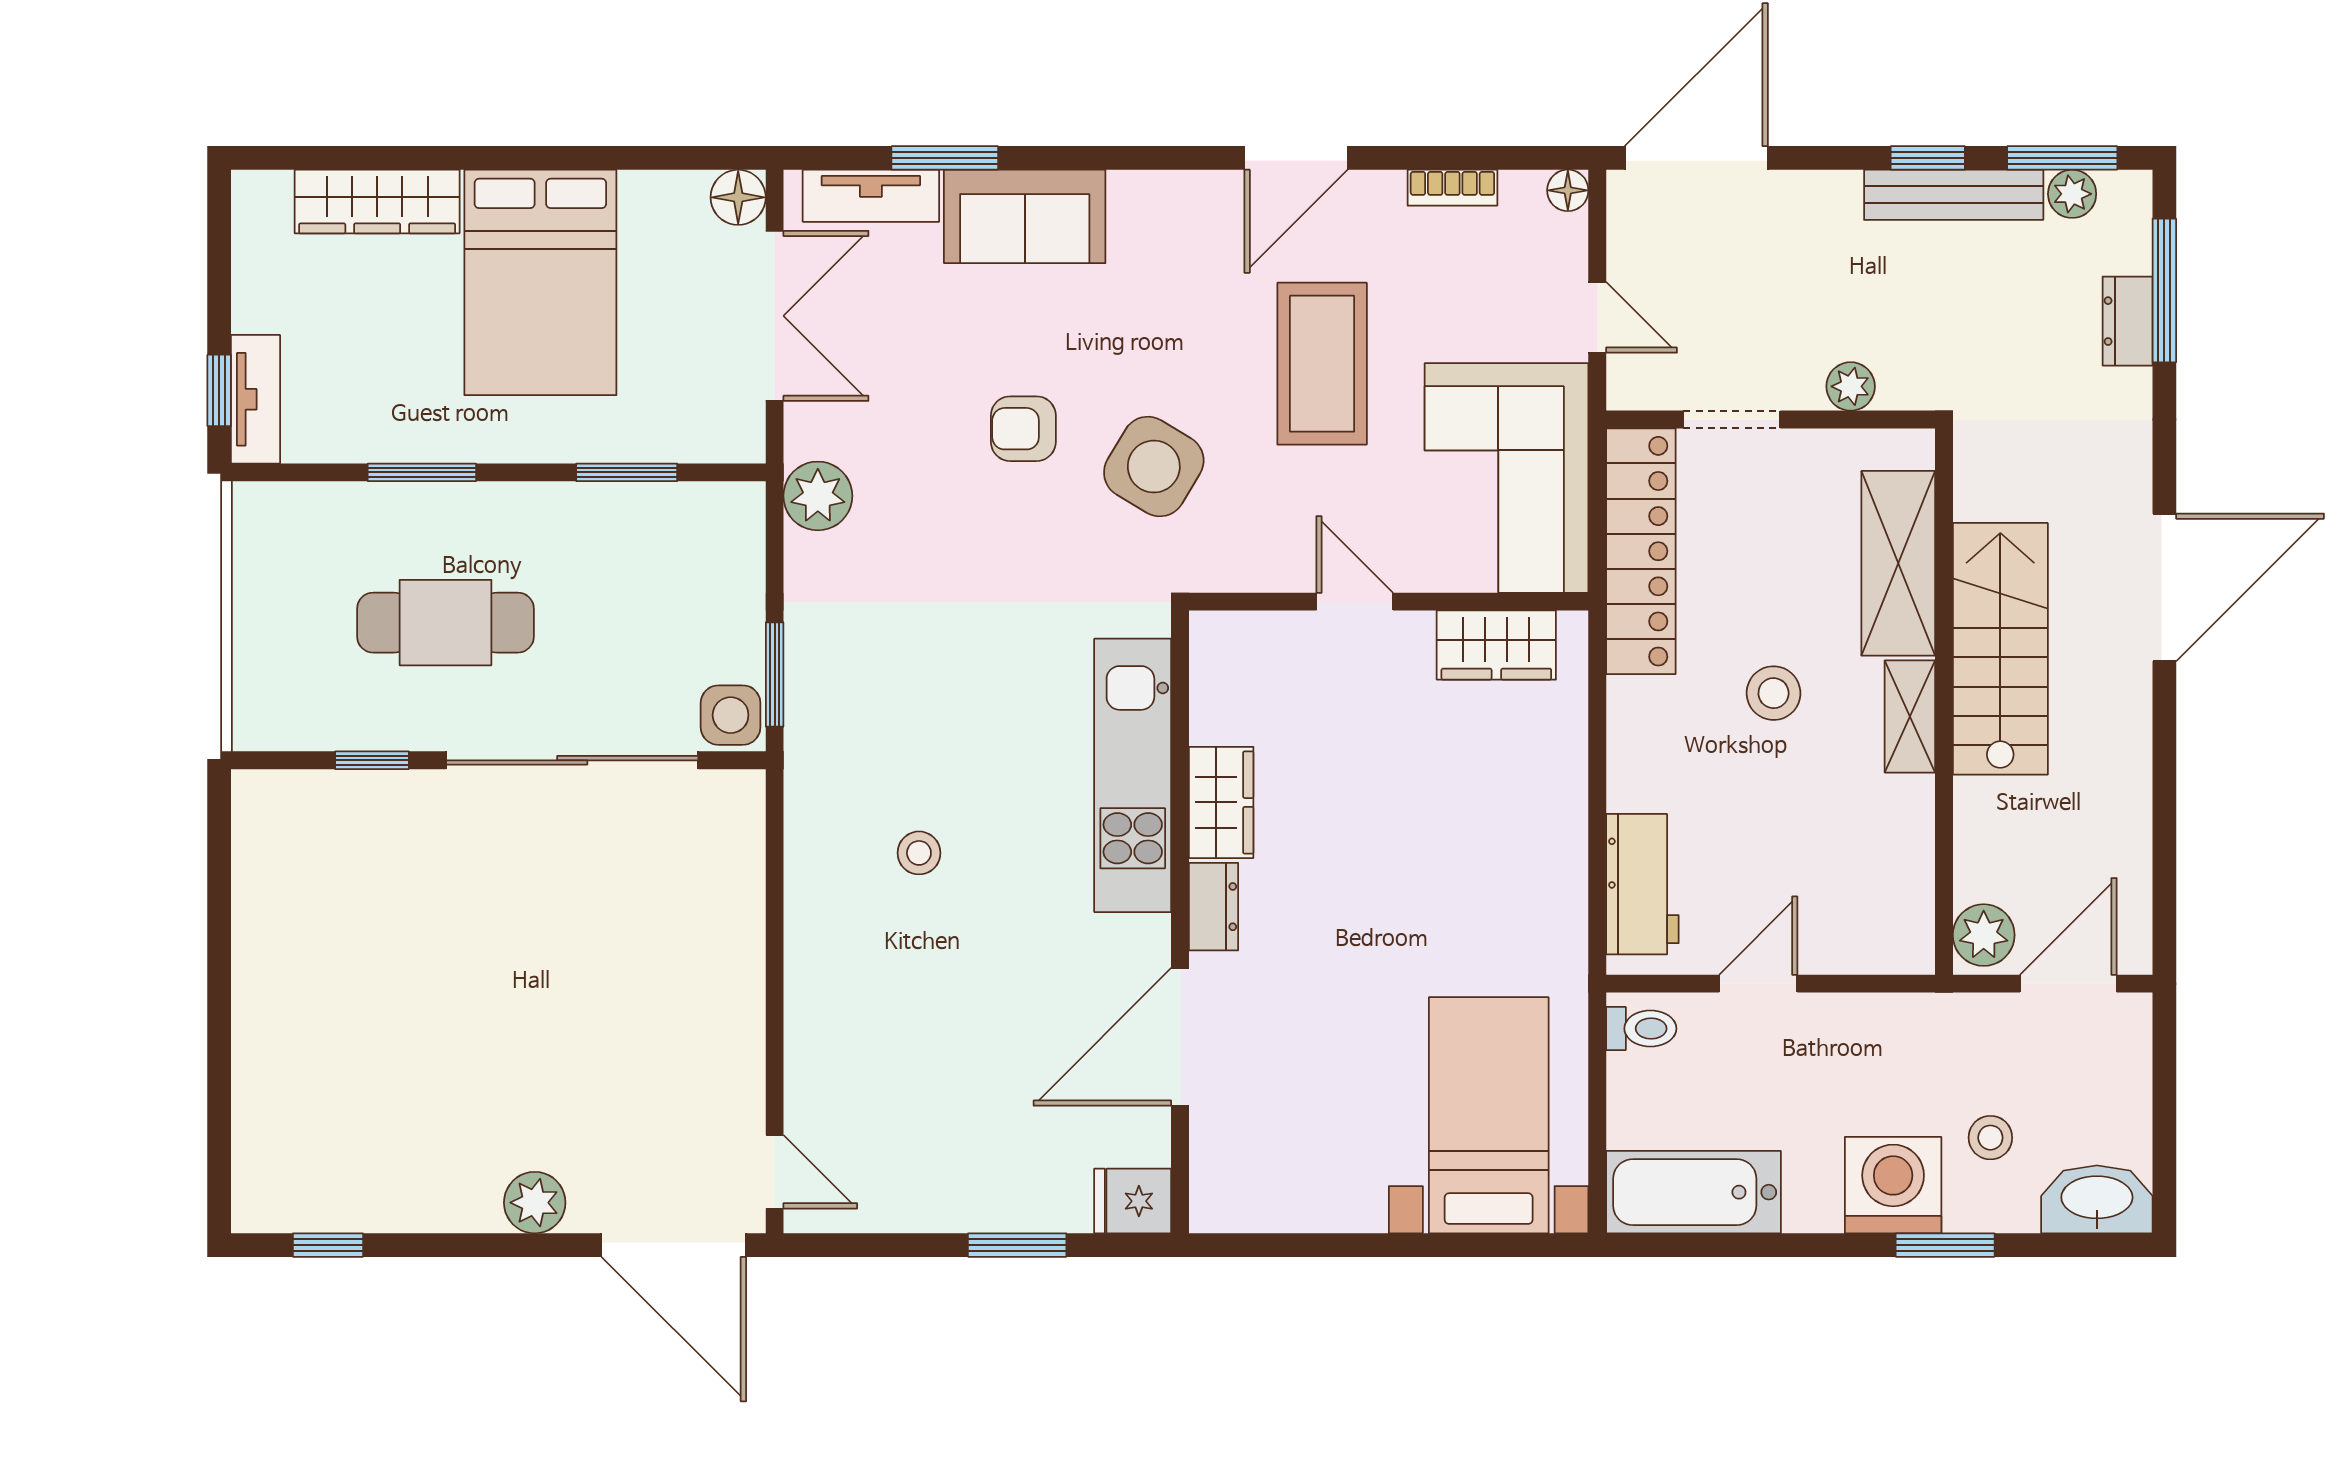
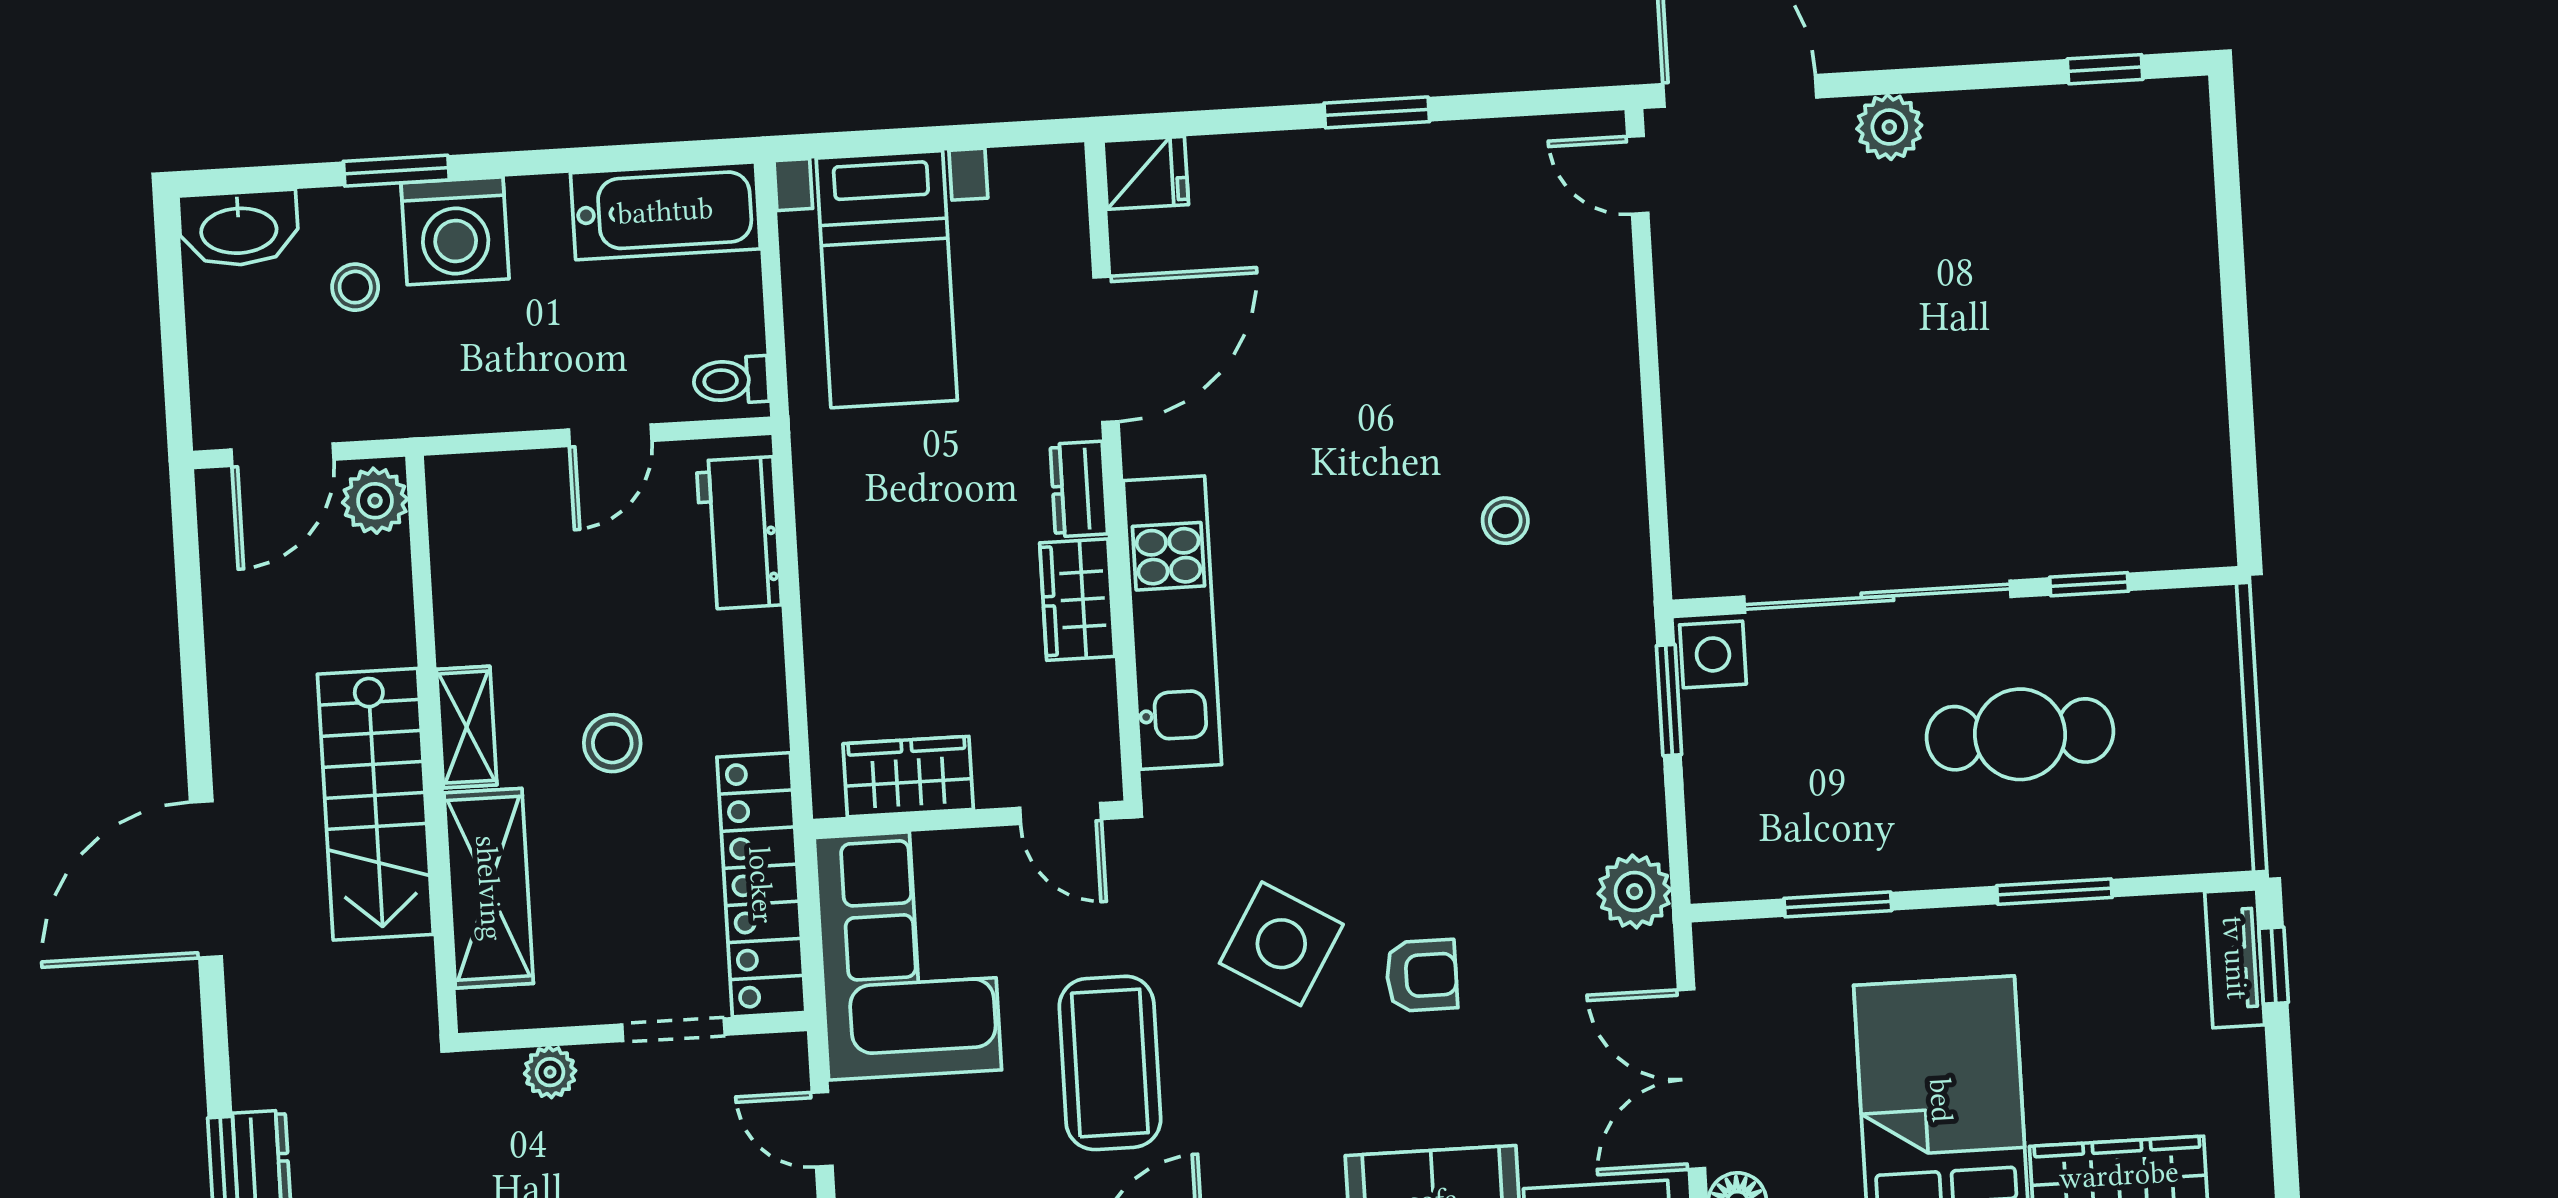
kitchen unit: (1133, 775) -> (1172, 623), moved
wardrobe: (1221, 802) -> (1077, 600), moved
dresser: (1214, 907) -> (1079, 489), moved
wall: (1180, 922) -> (1113, 471), moved
door: (1180, 1037) -> (1106, 349), moved
fridge: (1133, 1201) -> (1146, 173), moved

